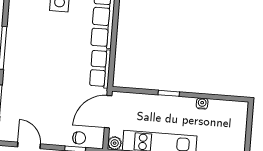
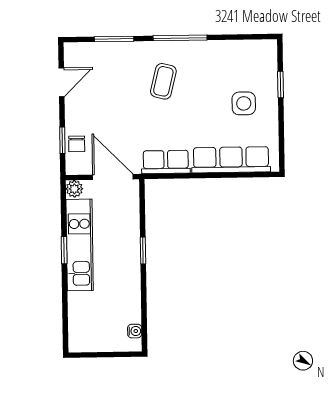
coffee table: (36, 64) -> (163, 81), added
water cooler: (202, 104) -> (135, 331), moved

